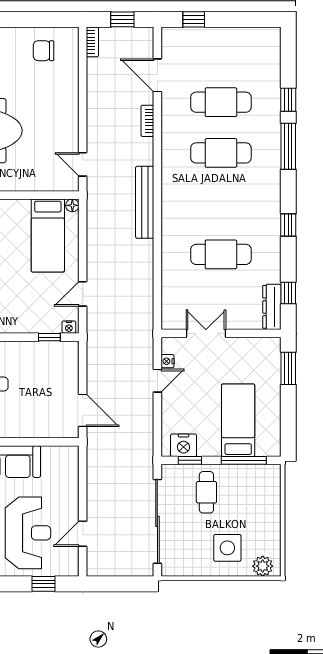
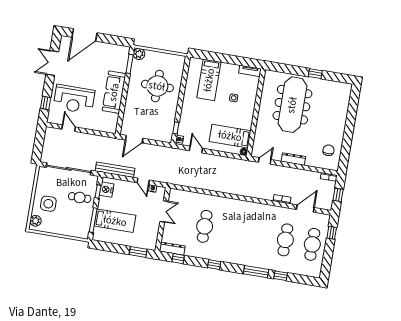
dresser: (70, 112) -> (293, 159), added
cafe table: (221, 153) -> (312, 244), moved
bench: (145, 202) -> (115, 170), moved

